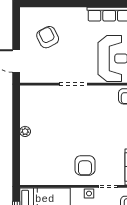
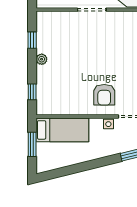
window: (16, 113) -> (32, 40), added
window: (16, 163) -> (32, 92), added

